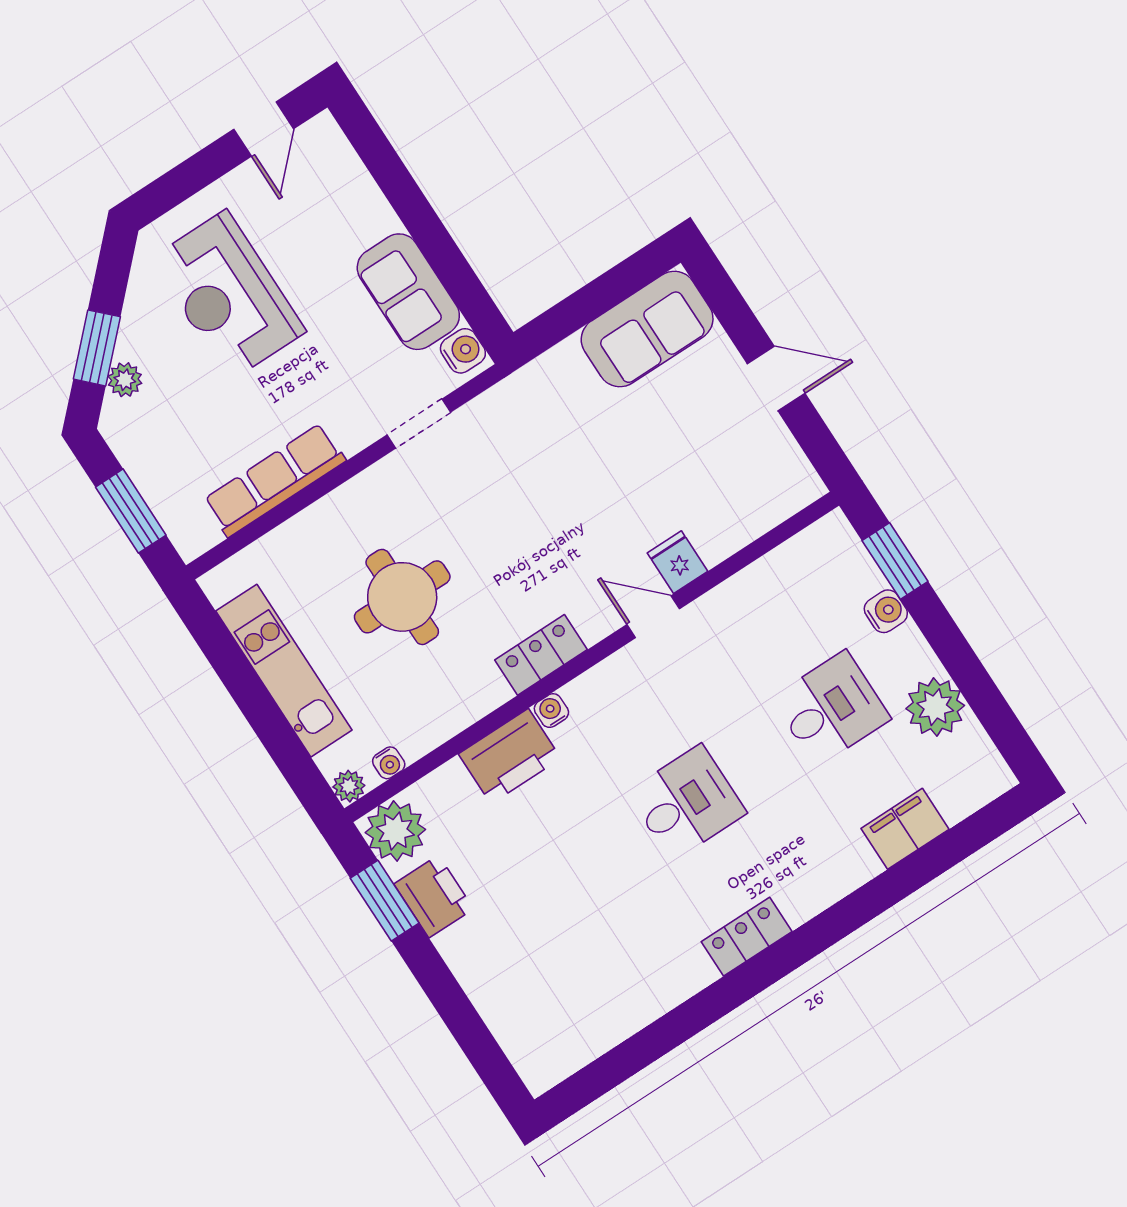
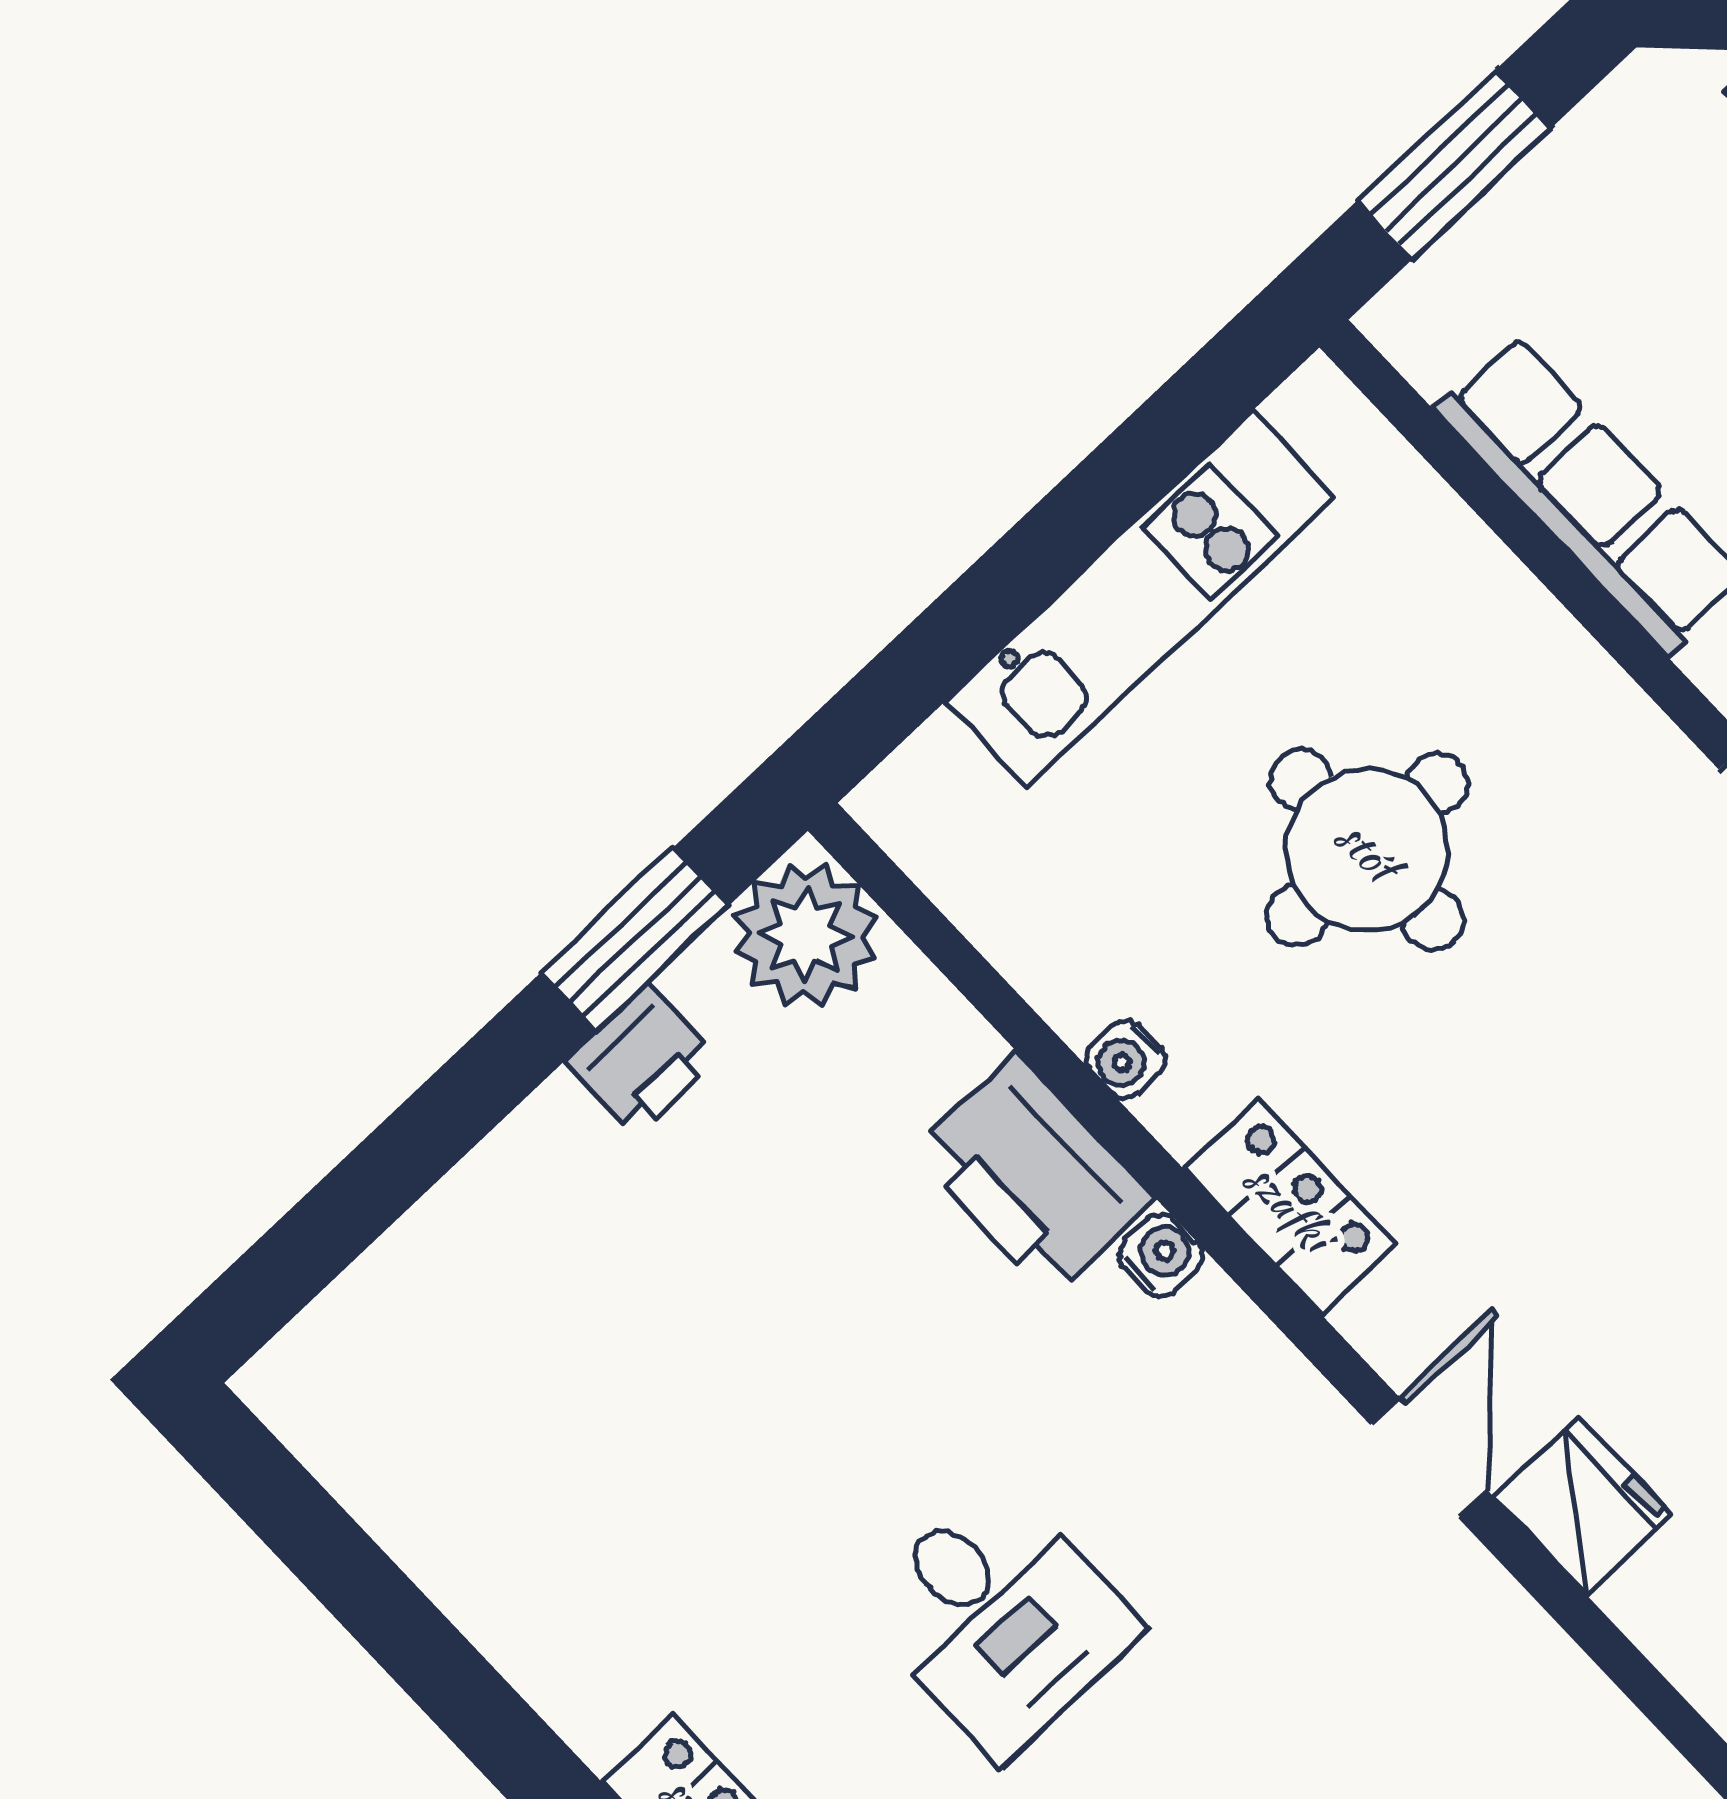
fridge: (678, 562) -> (1583, 1506), width x1.38
water cooler: (389, 763) -> (1126, 1059), moved
plant: (349, 786) -> (892, 805), removed
printer: (434, 896) -> (642, 1060), width x0.73, depth x0.81

